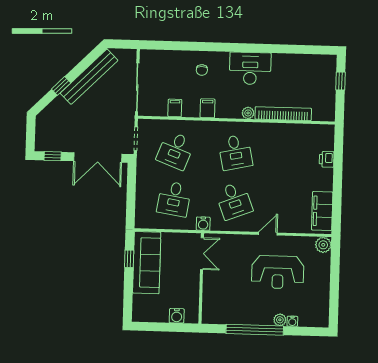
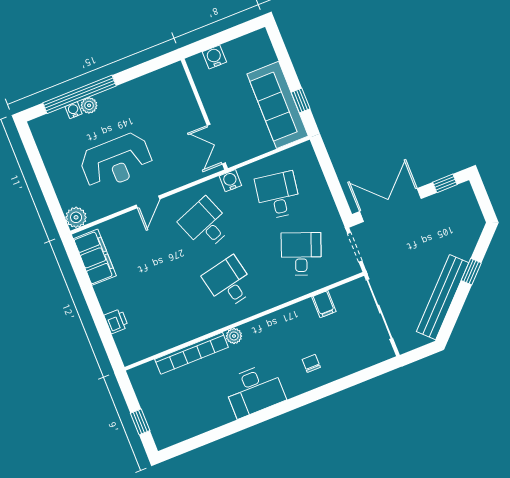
filing cabinet: (208, 108) -> (285, 321), removed
reception desk: (278, 272) -> (116, 161), turned 180
window: (255, 330) -> (80, 94), moved

